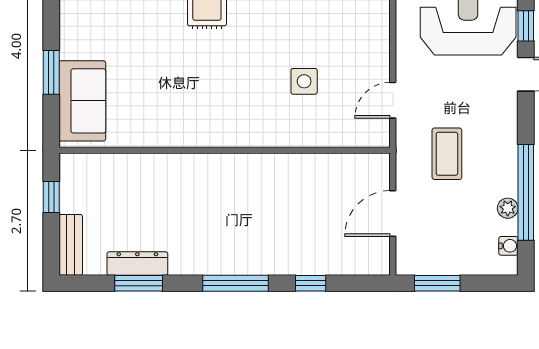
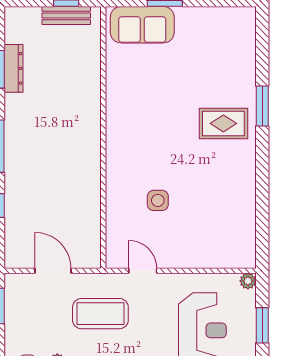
coffee table: (447, 154) -> (100, 314), width x1.36, depth x1.32
bench: (71, 245) -> (66, 16), moved

